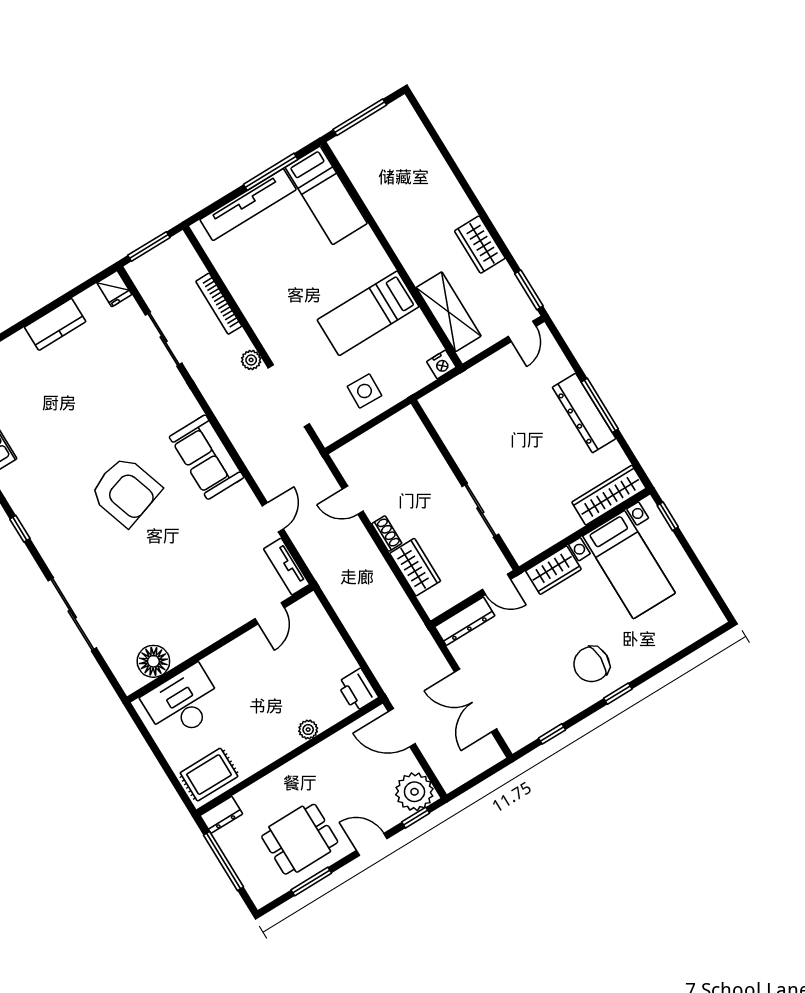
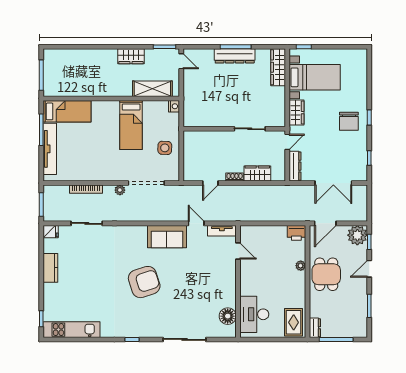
sofa: (207, 457) -> (167, 237), moved
dining table: (300, 839) -> (326, 274), moved

